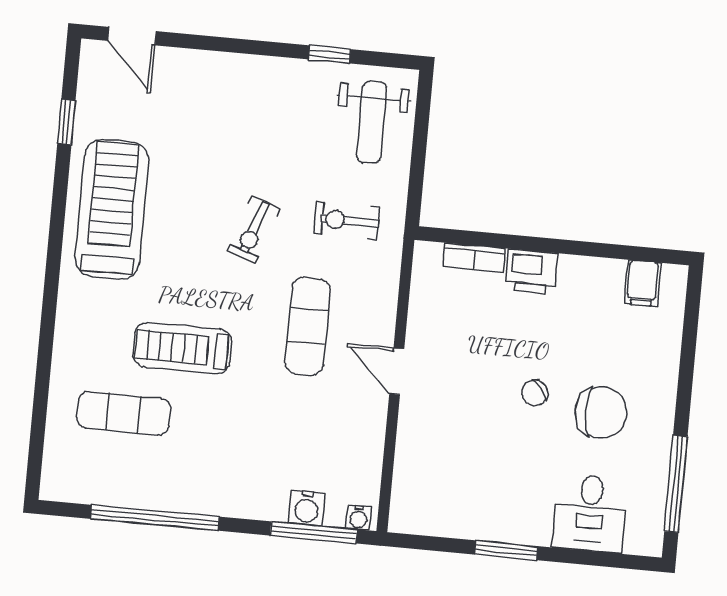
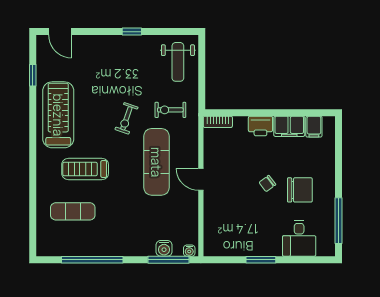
window: (329, 54) -> (132, 32), moved
bookcase: (474, 258) -> (218, 122), moved
filing cabinet: (591, 278) -> (289, 126), added
exercise mat: (308, 326) -> (156, 162), width x1.36, depth x1.45
treadmill: (182, 348) -> (85, 169), moved

